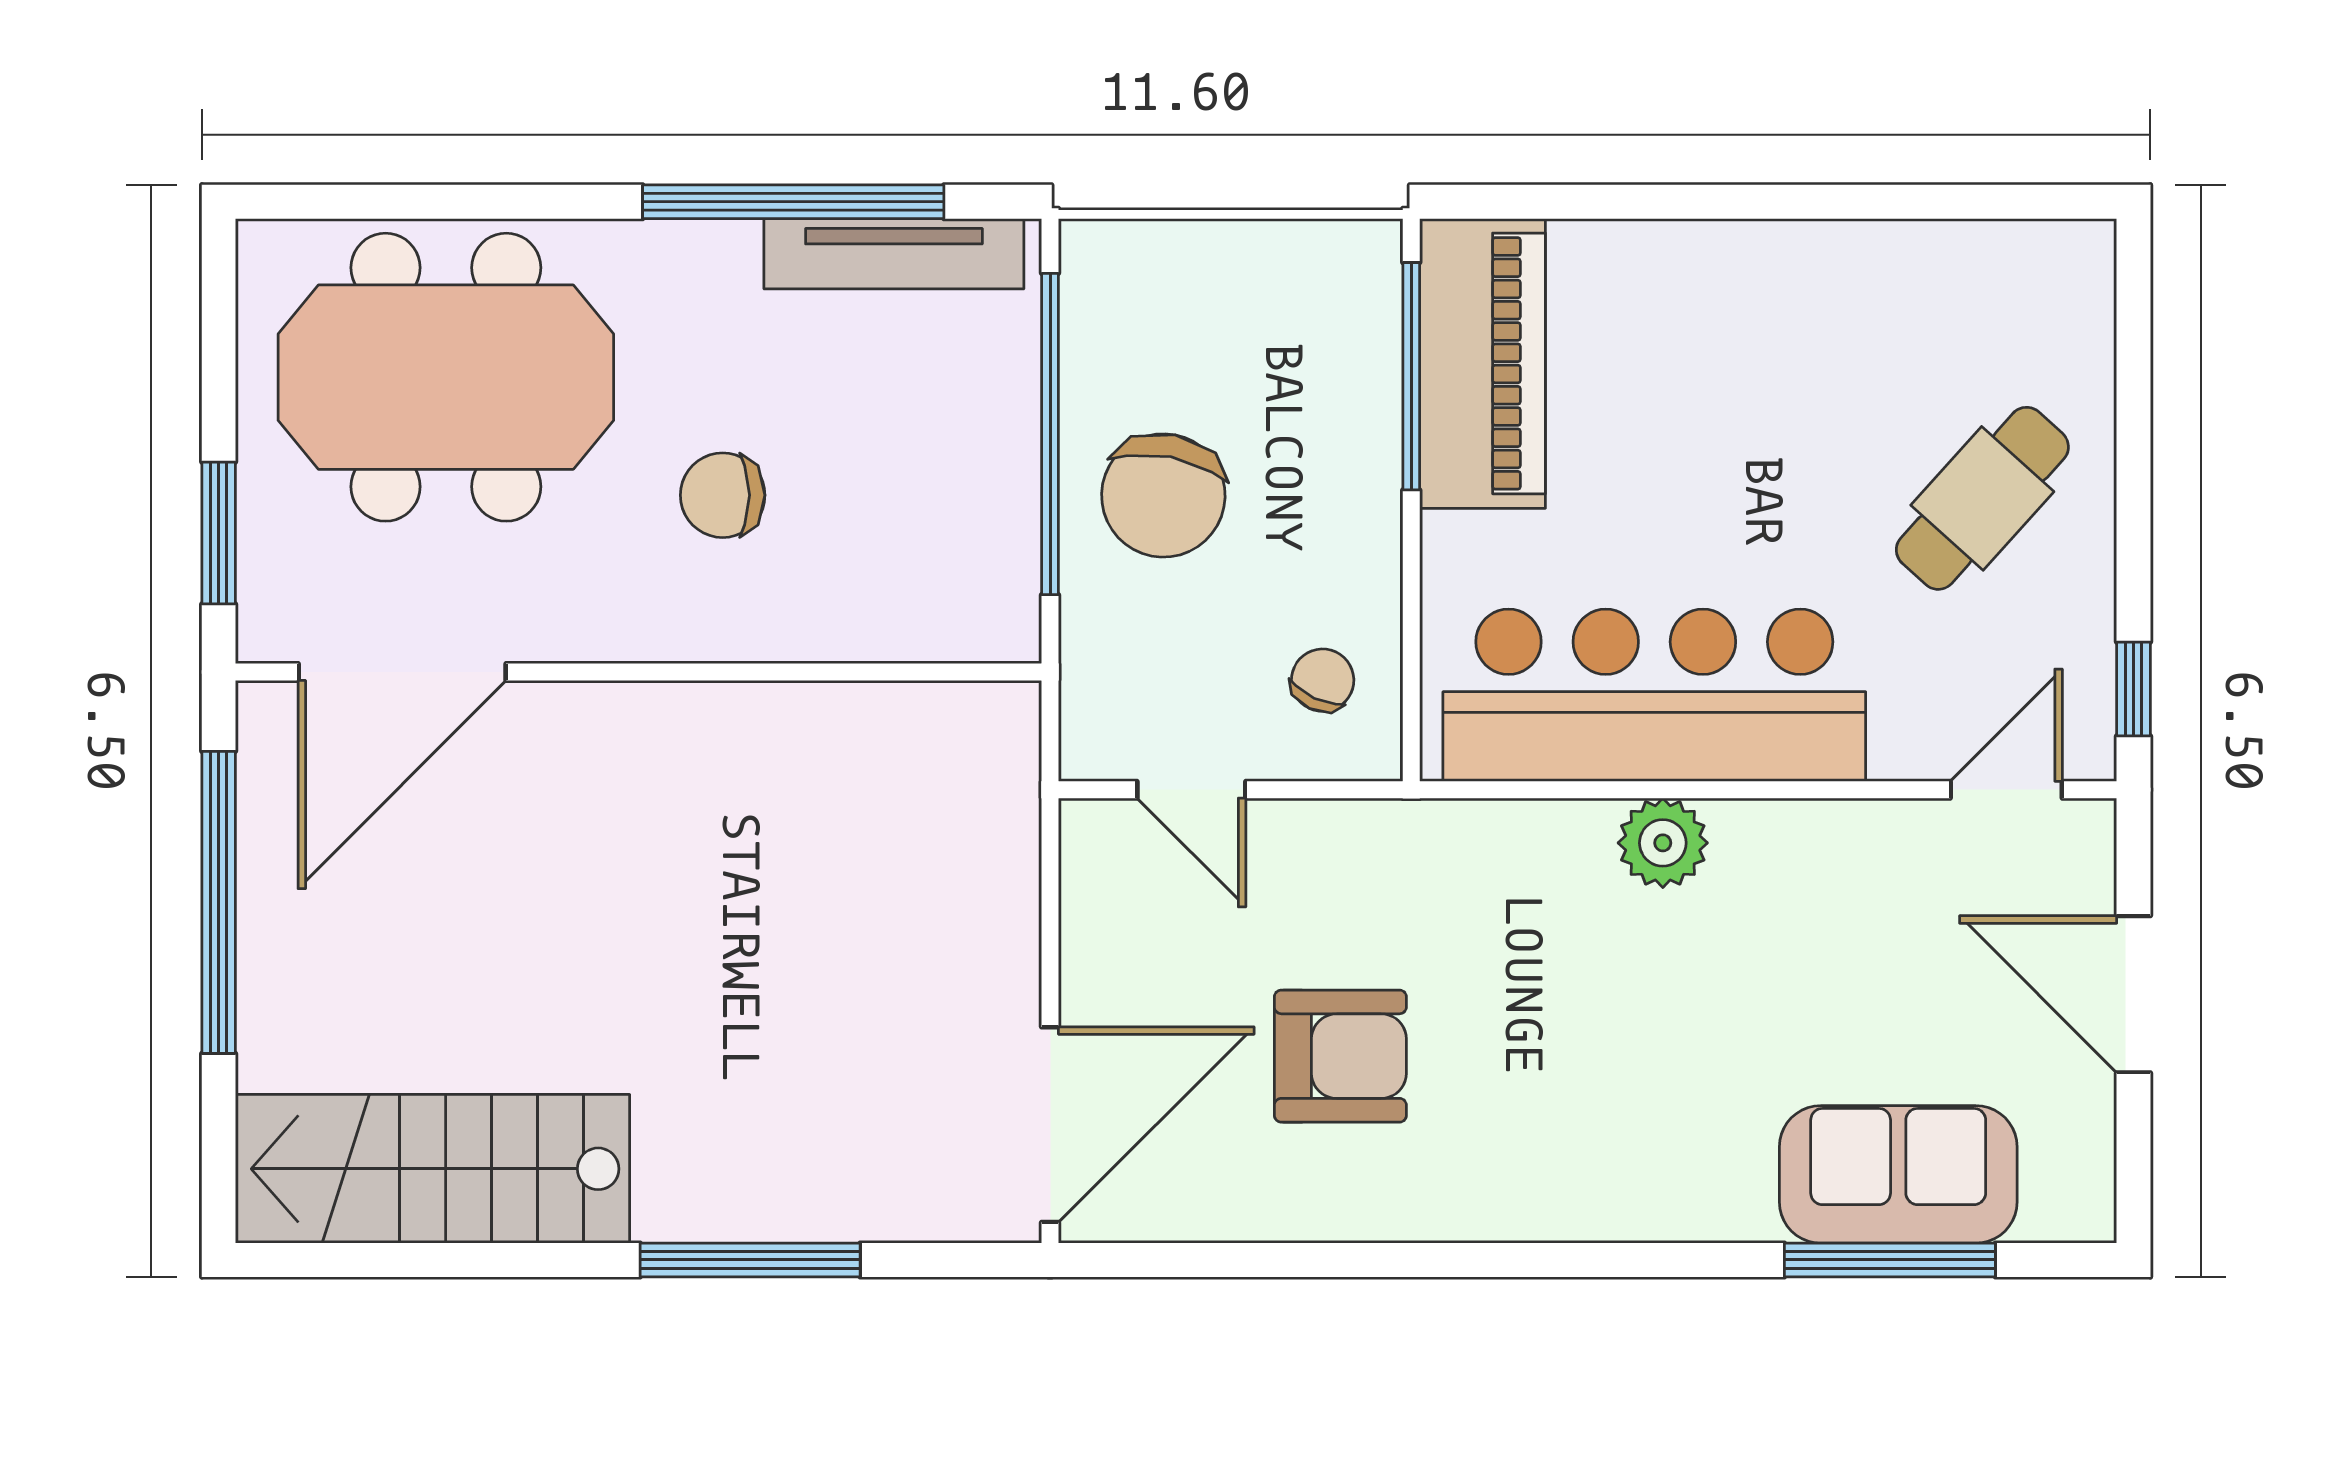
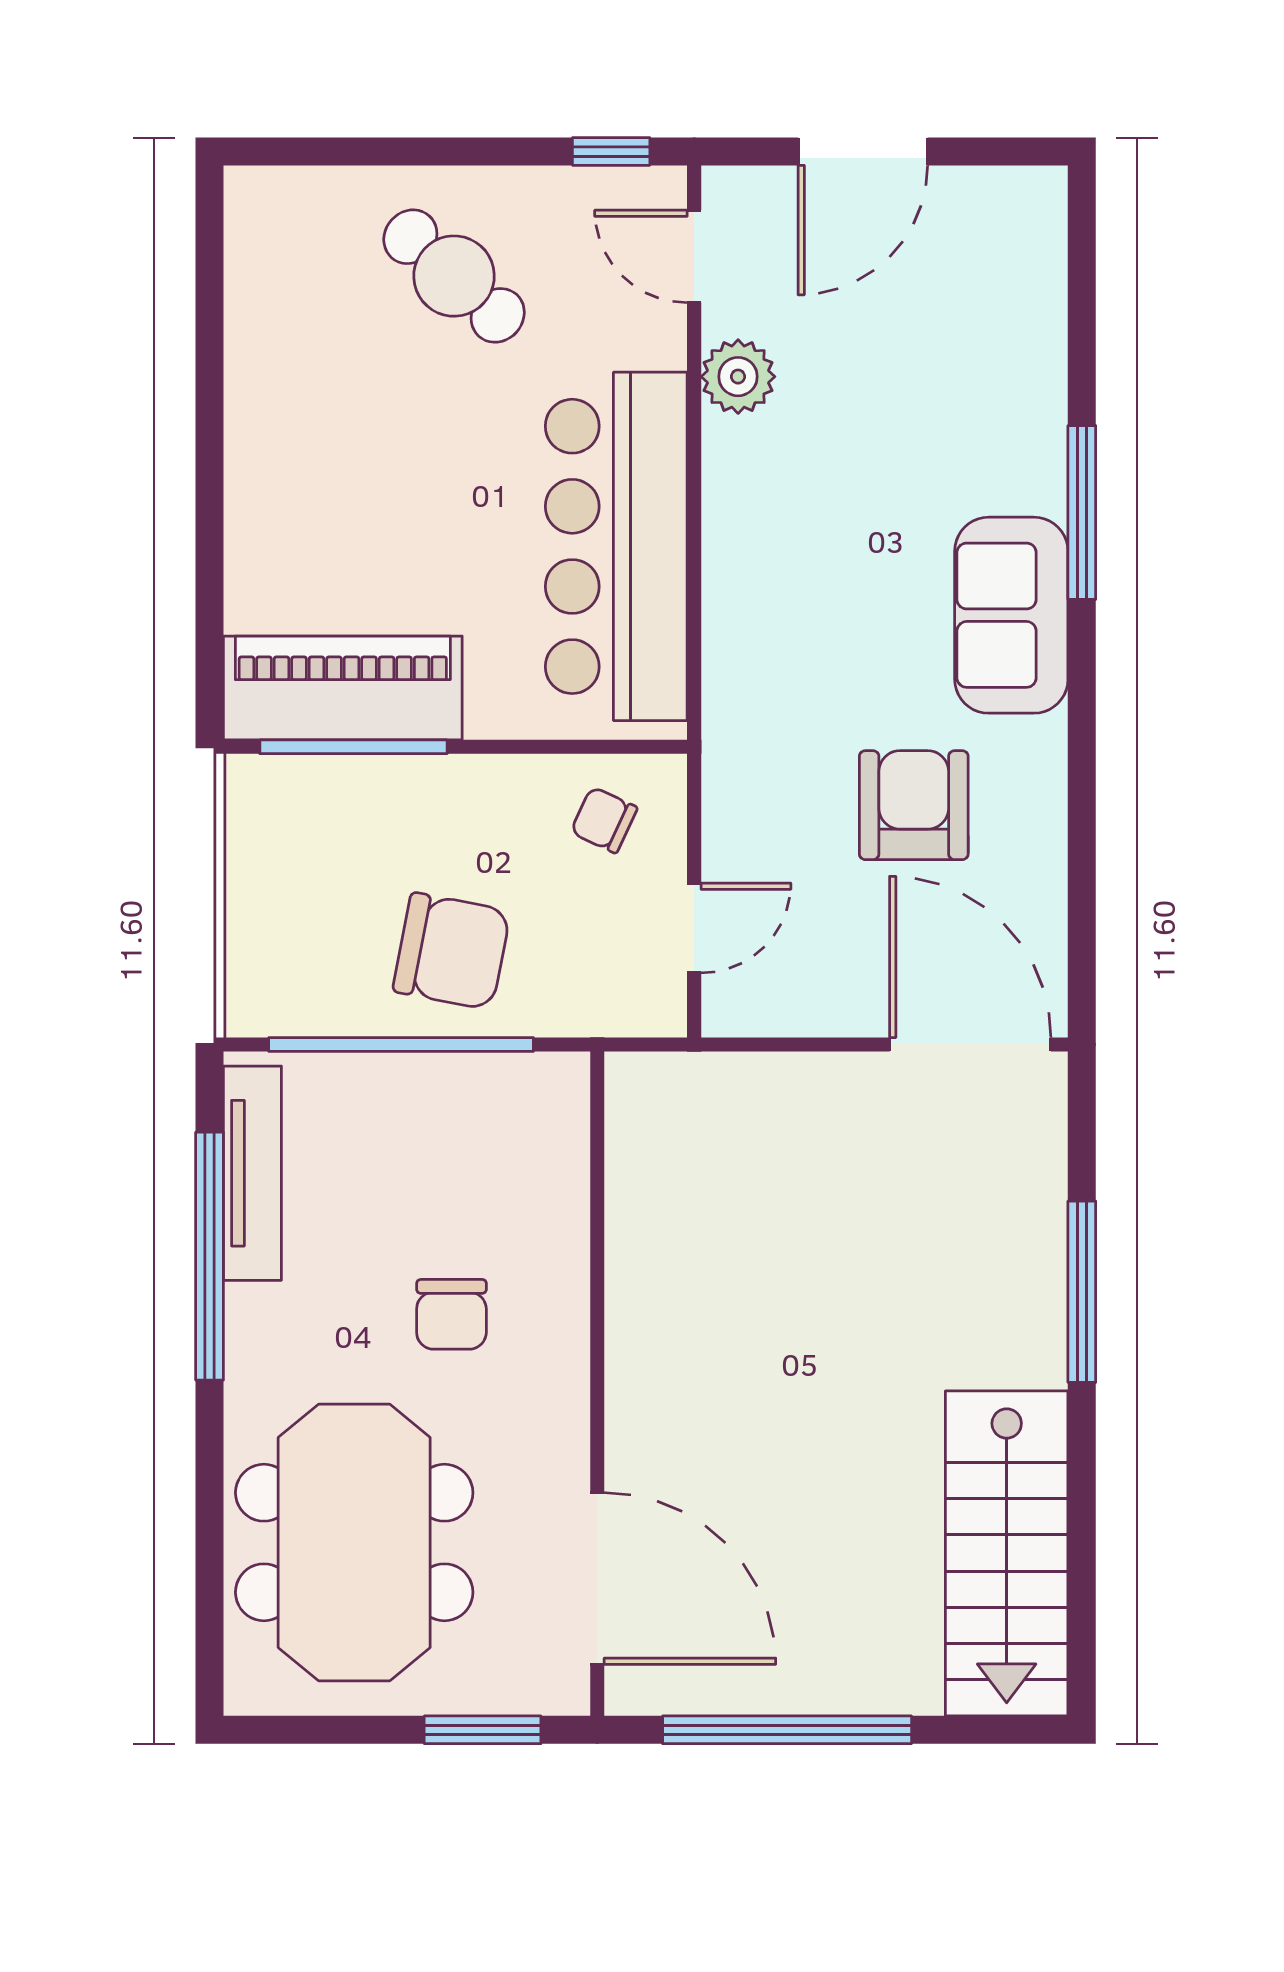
plant: (1663, 843) -> (738, 377), moved
sofa: (1898, 1174) -> (1011, 615), moved
window: (1890, 1260) -> (1082, 513), moved

